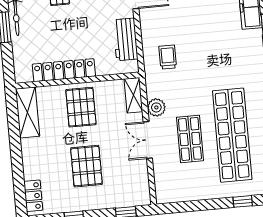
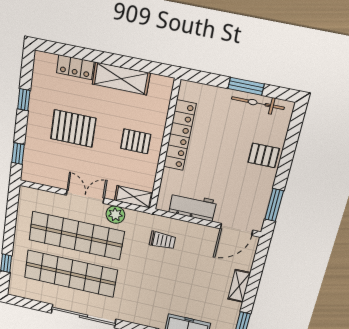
pallet: (81, 107) -> (136, 141), width x0.67, depth x0.71
shelving: (27, 112) -> (121, 78), moved
shop shelf: (190, 139) -> (76, 236), width x2.00, depth x1.36
locker: (33, 196) -> (75, 67), moved

